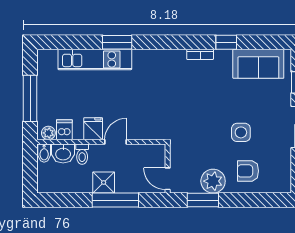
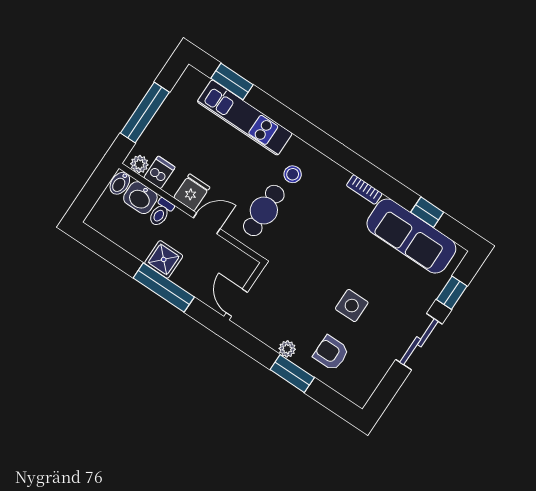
window: (117, 42) -> (232, 82), moved
window: (226, 42) -> (427, 212), moved
sofa: (258, 64) -> (411, 236), width x1.36
stool: (149, 75) -> (293, 174), added
cafe table: (146, 110) -> (264, 210), added
plant: (213, 181) -> (287, 349), width x0.53, depth x0.53
window: (203, 200) -> (292, 374), moved

